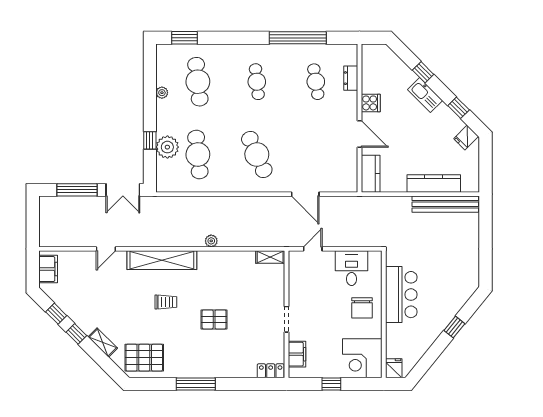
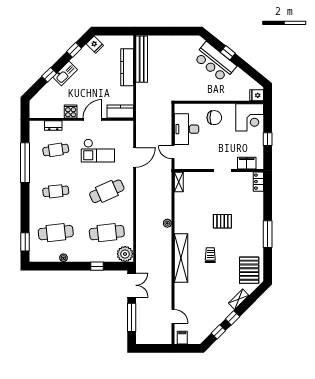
checkout: (315, 142) -> (98, 151), added
plant: (167, 147) -> (125, 254), moved
door: (106, 249) -> (173, 316), moved
desk: (352, 268) -> (187, 129), width x1.37
filing cabinet: (48, 269) -> (182, 338), width x0.50
bar counter: (401, 295) -> (215, 62), moved, turned -141
pallet: (214, 319) -> (222, 221), turned 90

